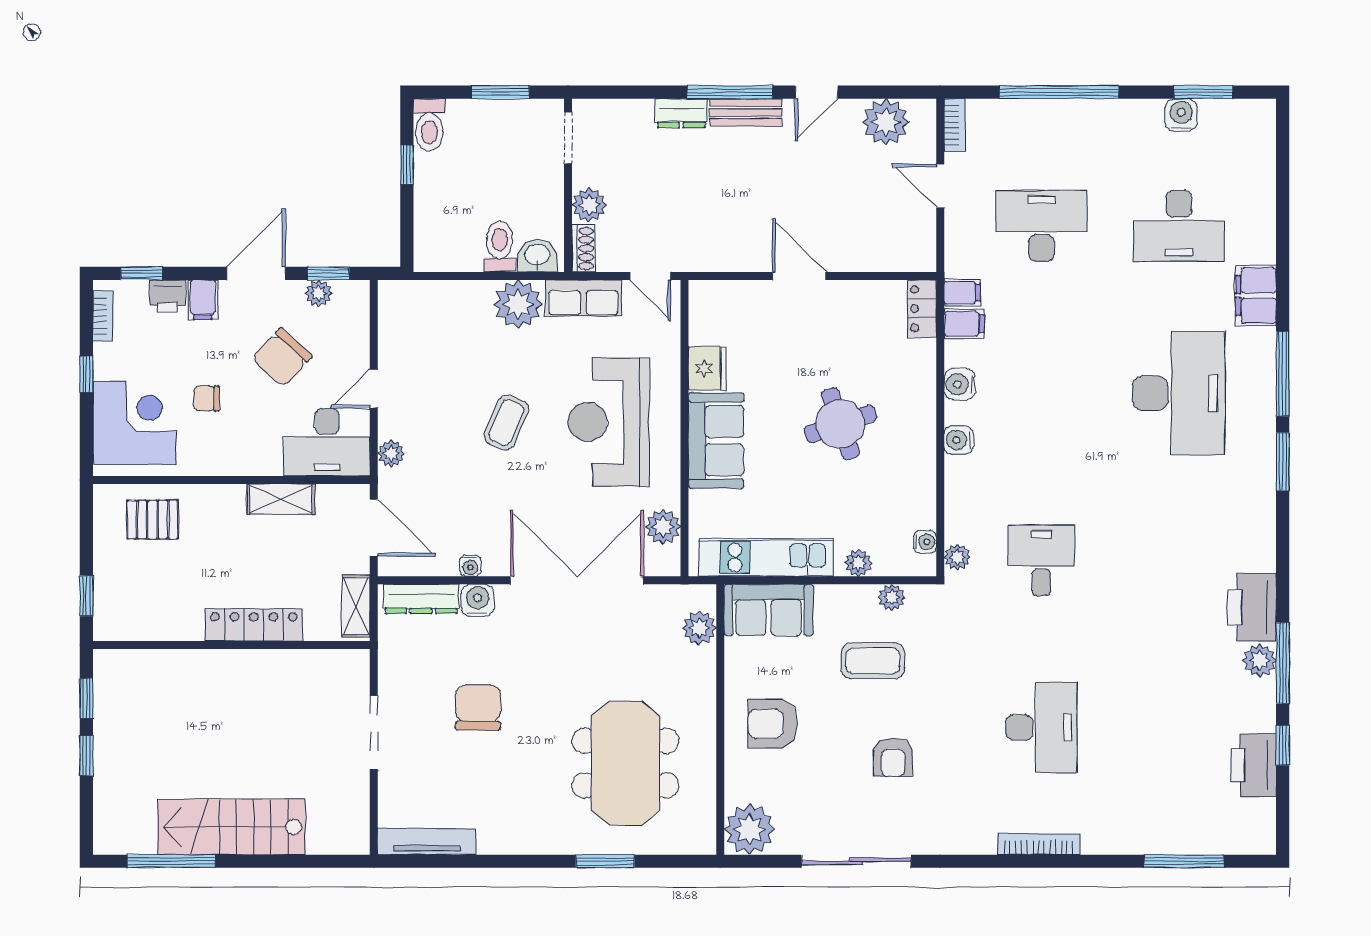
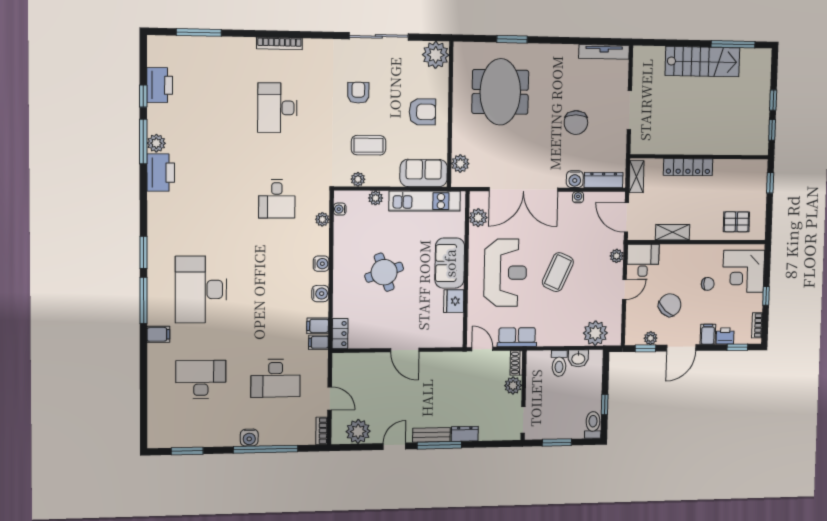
water cooler: (1181, 115) -> (249, 438), moved
washbasin: (537, 256) -> (578, 358), moved
filing cabinet: (1256, 296) -> (158, 334), width x0.50
plant: (518, 304) -> (595, 333), moved
coffee table: (506, 423) -> (558, 272), width x1.36, depth x1.30
desk: (327, 442) -> (643, 262), width x0.73
plant: (957, 557) -> (322, 219), moved

